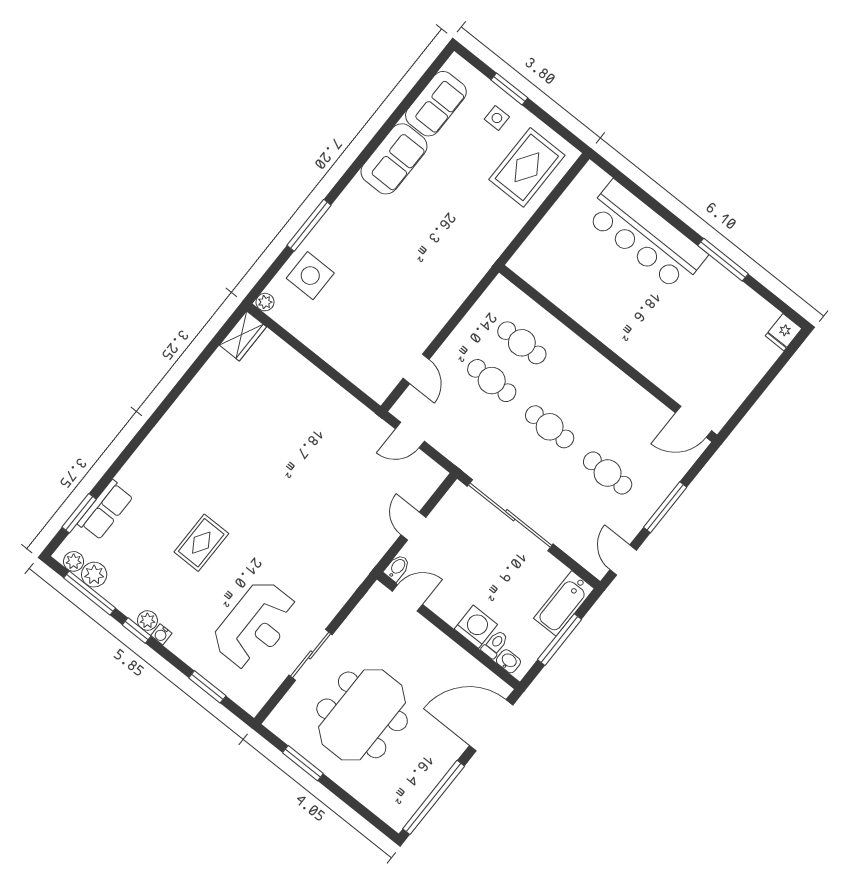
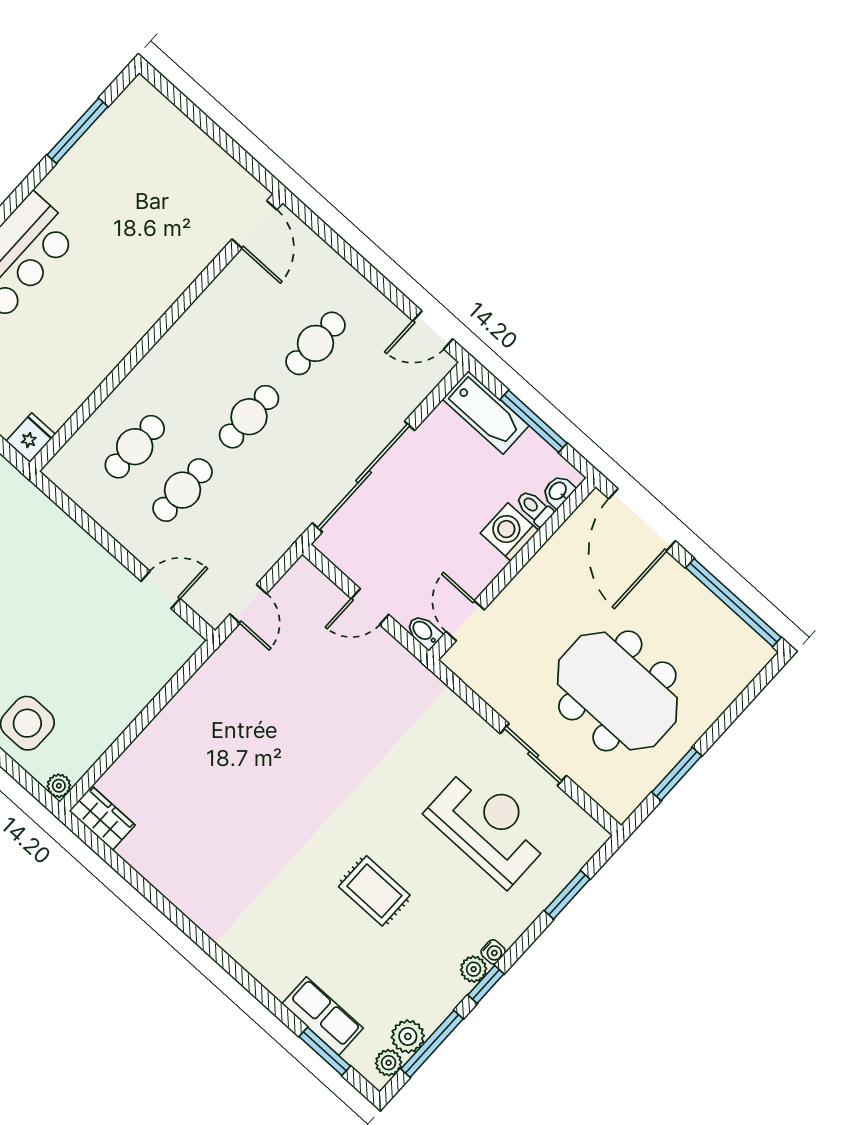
window: (723, 260) -> (77, 131), moved
fridge: (783, 332) -> (31, 438), moved, turned -90
window: (665, 507) -> (366, 269), removed

